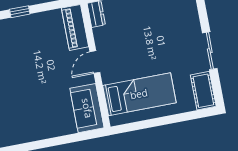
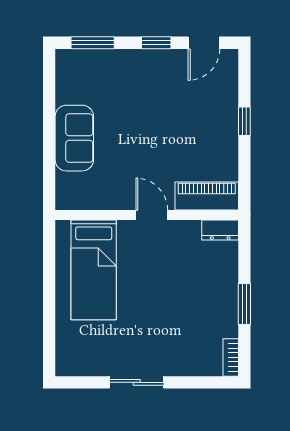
cot: (203, 91) -> (81, 362), removed
sofa: (87, 108) -> (74, 138), moved, turned 90

